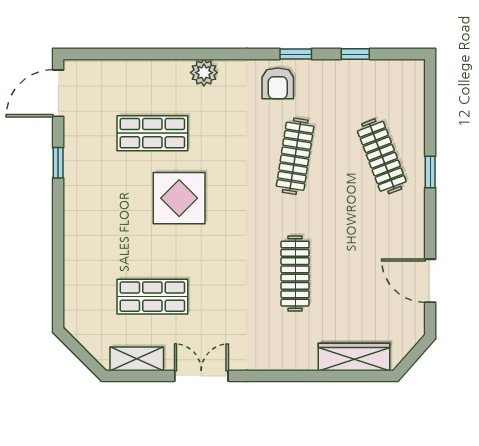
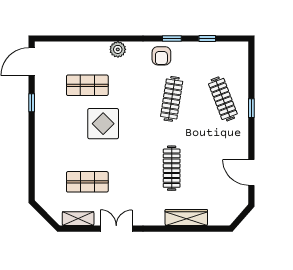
wardrobe: (354, 357) -> (186, 218), moved

